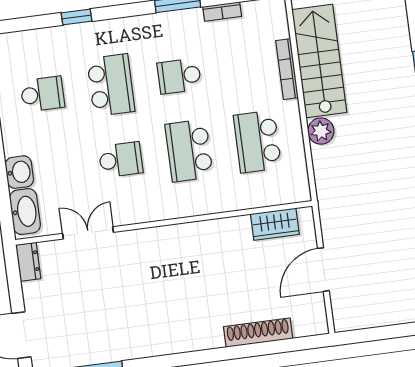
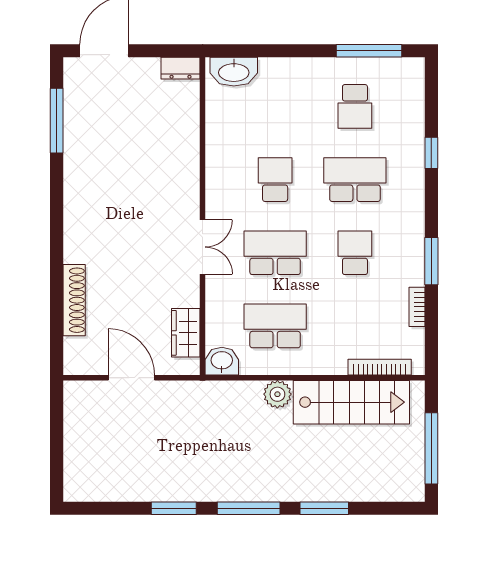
bookcase: (287, 69) -> (380, 367), moved
school desk: (111, 85) -> (355, 180), turned 180
school desk: (121, 160) -> (275, 180), turned 180
washbasin: (19, 172) -> (222, 361), moved, turned 180
double door: (88, 233) -> (203, 247), moved

